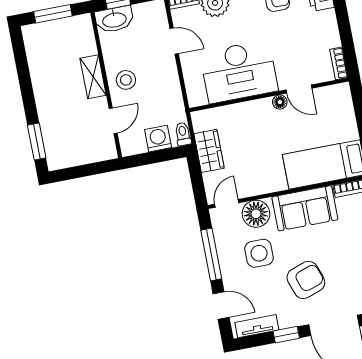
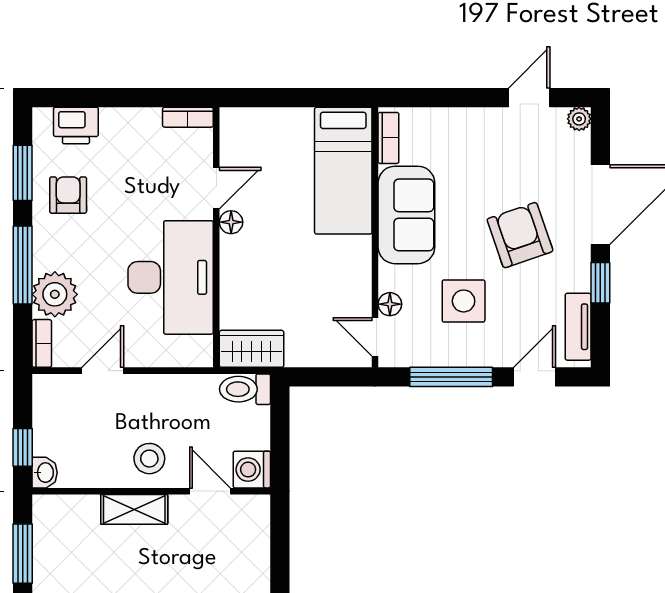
washbasin: (114, 19) -> (45, 473), width x0.52, depth x0.69
toilet: (183, 134) -> (245, 389), width x1.37, depth x1.39
washing machine: (158, 139) -> (252, 470), moved
wardrobe: (209, 151) -> (252, 349), moved
floor lamp: (256, 214) -> (390, 304), width x0.53, depth x0.53

